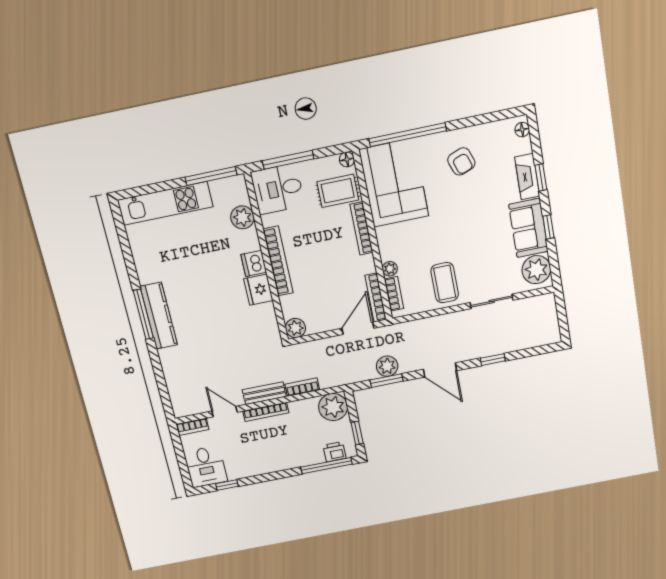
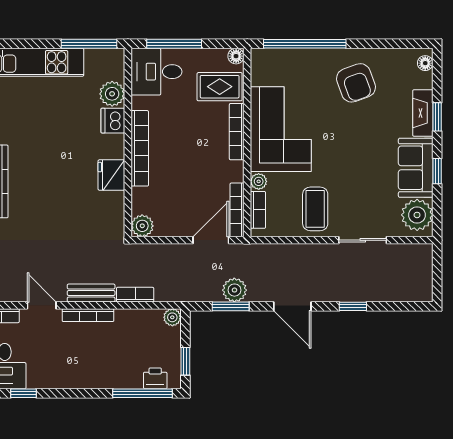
armchair: (461, 161) -> (356, 83), width x1.38, depth x1.38
corner sofa: (394, 183) -> (281, 129), moved
dishwasher: (254, 263) -> (113, 121), moved
plant: (333, 407) -> (172, 317), width x0.53, depth x0.53

